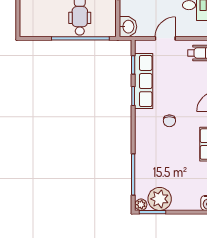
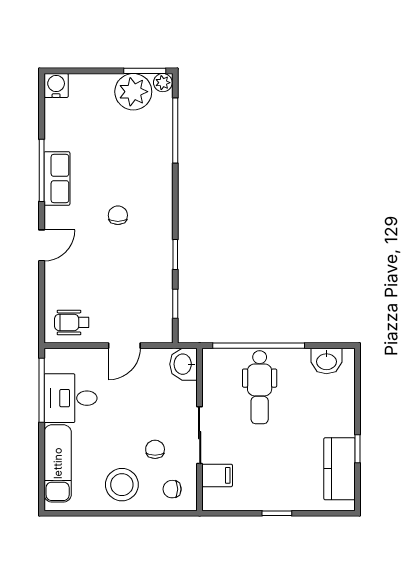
washbasin: (37, 29) -> (326, 361), added
row of seats: (144, 81) -> (159, 278), removed

